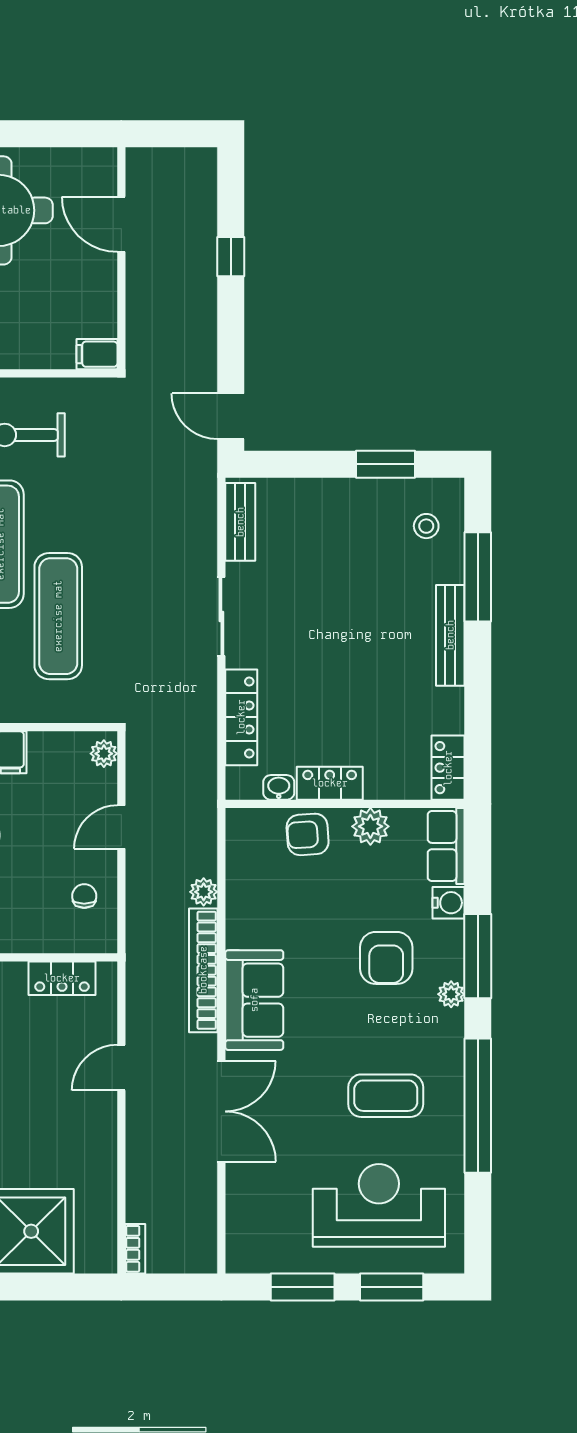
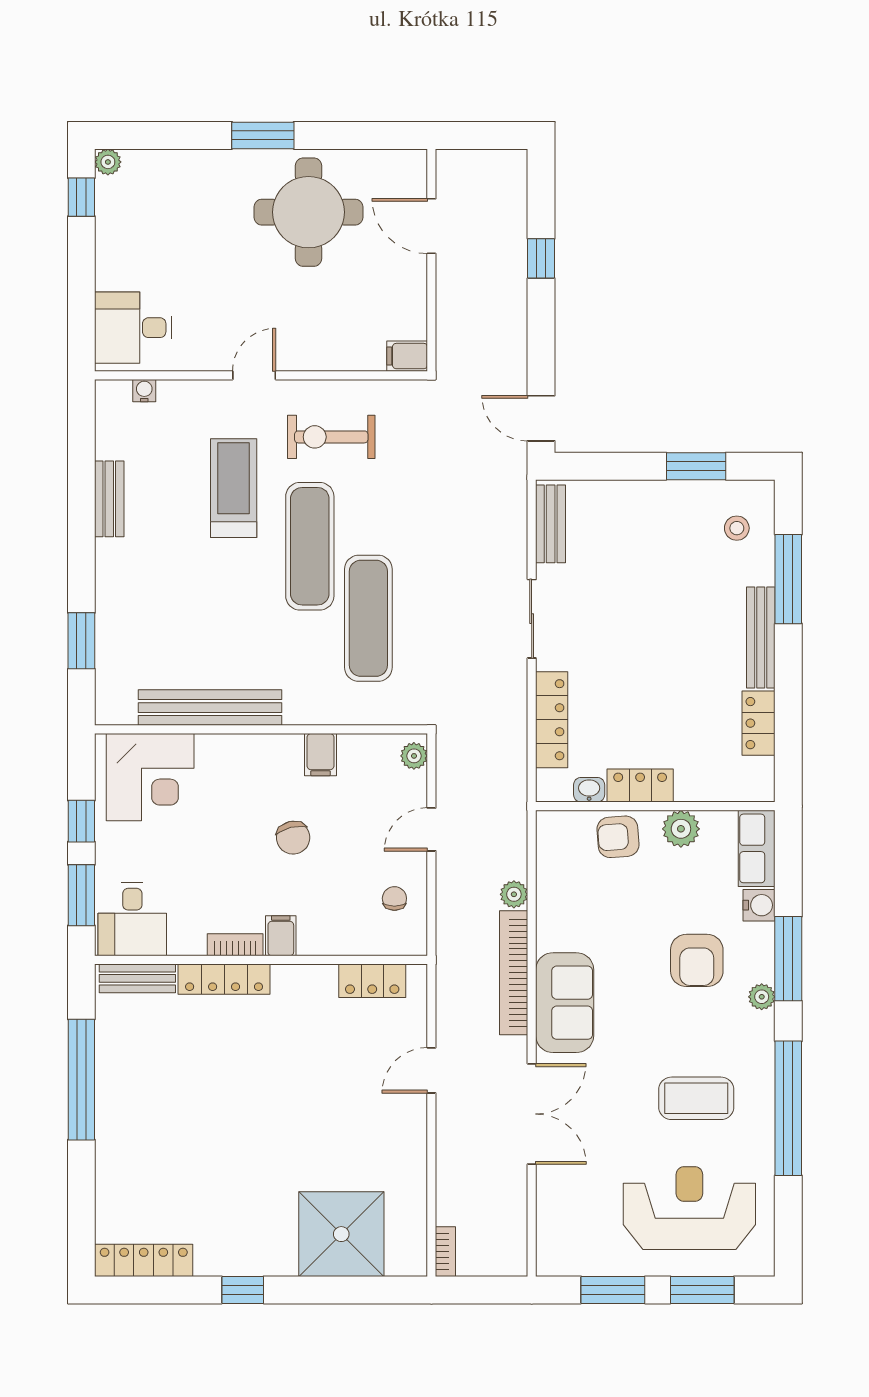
locker: (448, 768) -> (759, 723), moved

